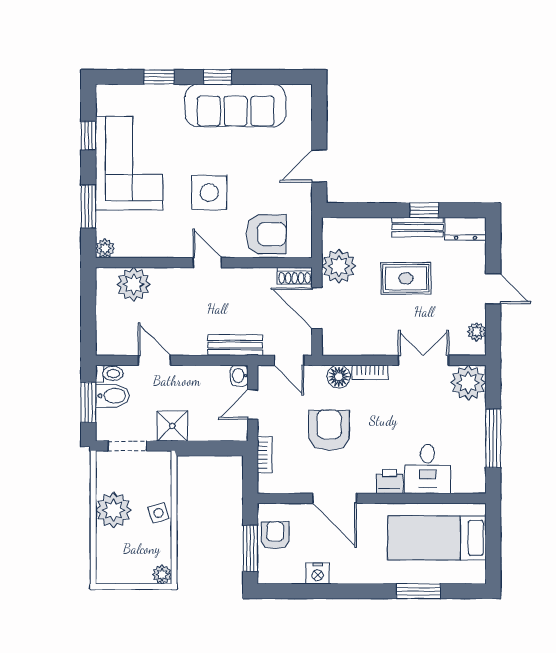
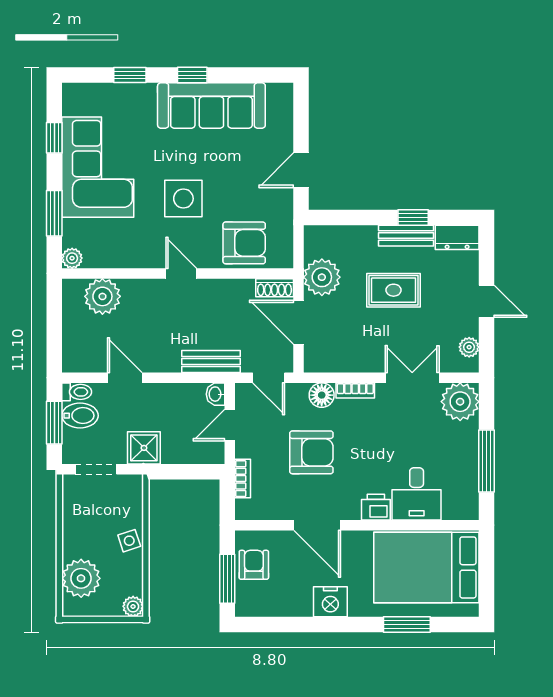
armchair: (329, 430) -> (311, 452), turned 90
plant: (113, 510) -> (81, 578), moved
bed: (437, 538) -> (426, 567), width x1.50
nightstand: (318, 573) -> (330, 602), moved, width x1.36, depth x1.33

